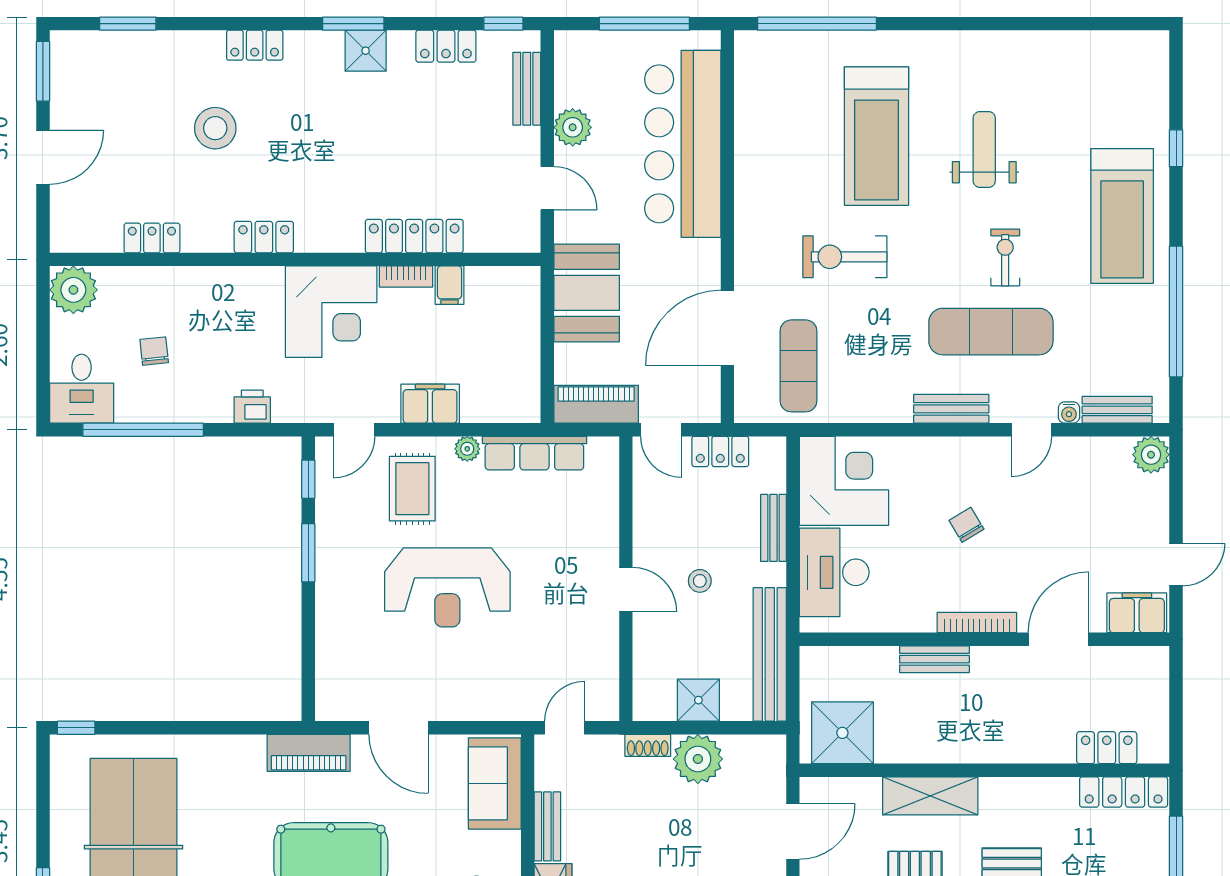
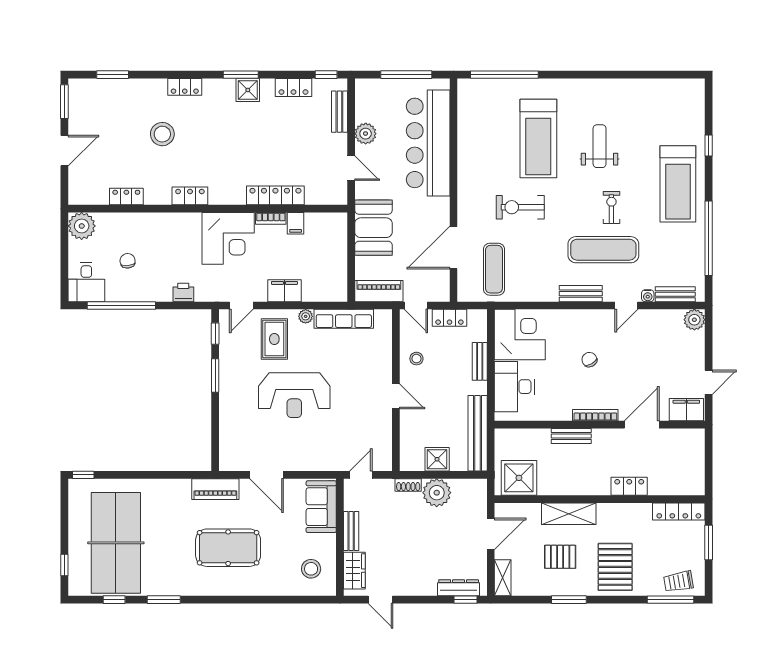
stool: (700, 581) -> (416, 359), moved
locker: (1107, 748) -> (629, 486), moved

